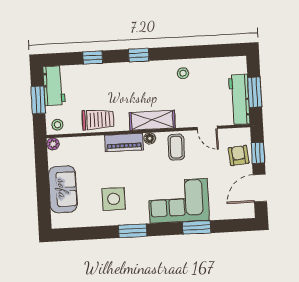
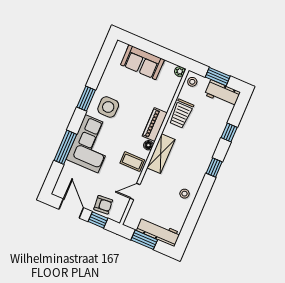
workbench: (239, 100) -> (158, 232), moved
side table: (114, 199) -> (108, 107), moved
window: (197, 227) -> (65, 147), width x1.44

